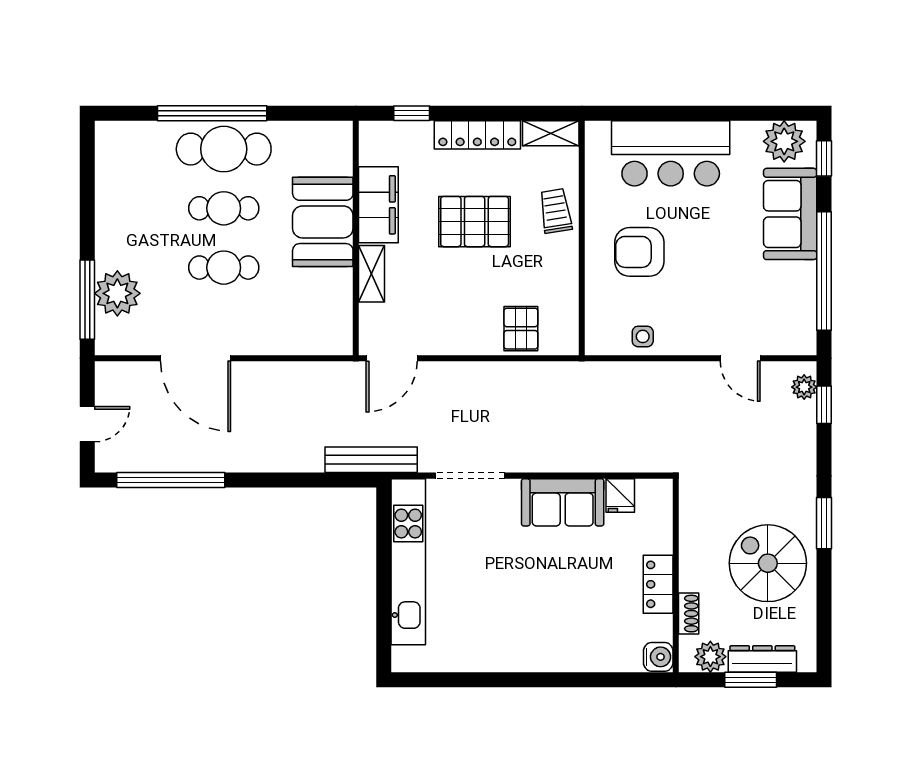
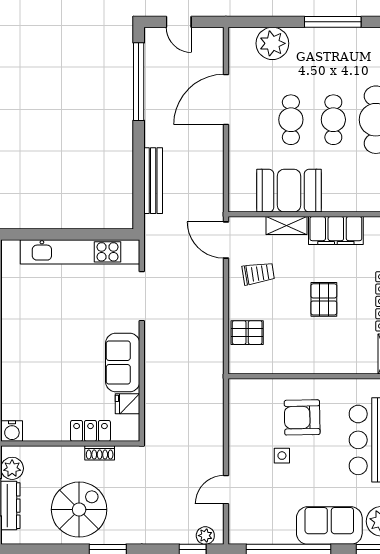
trolley: (556, 211) -> (258, 274), moved
booth: (323, 222) -> (289, 191), moved
pallet: (475, 222) -> (324, 299), width x0.67, depth x0.71
armchair: (639, 252) -> (302, 417), turned -91
window: (87, 300) -> (333, 22), moved
side table: (643, 336) -> (282, 456), moved
bench: (371, 460) -> (153, 181), moved
locker: (658, 584) -> (90, 431), moved
shoe rack: (689, 614) -> (100, 453), moved

